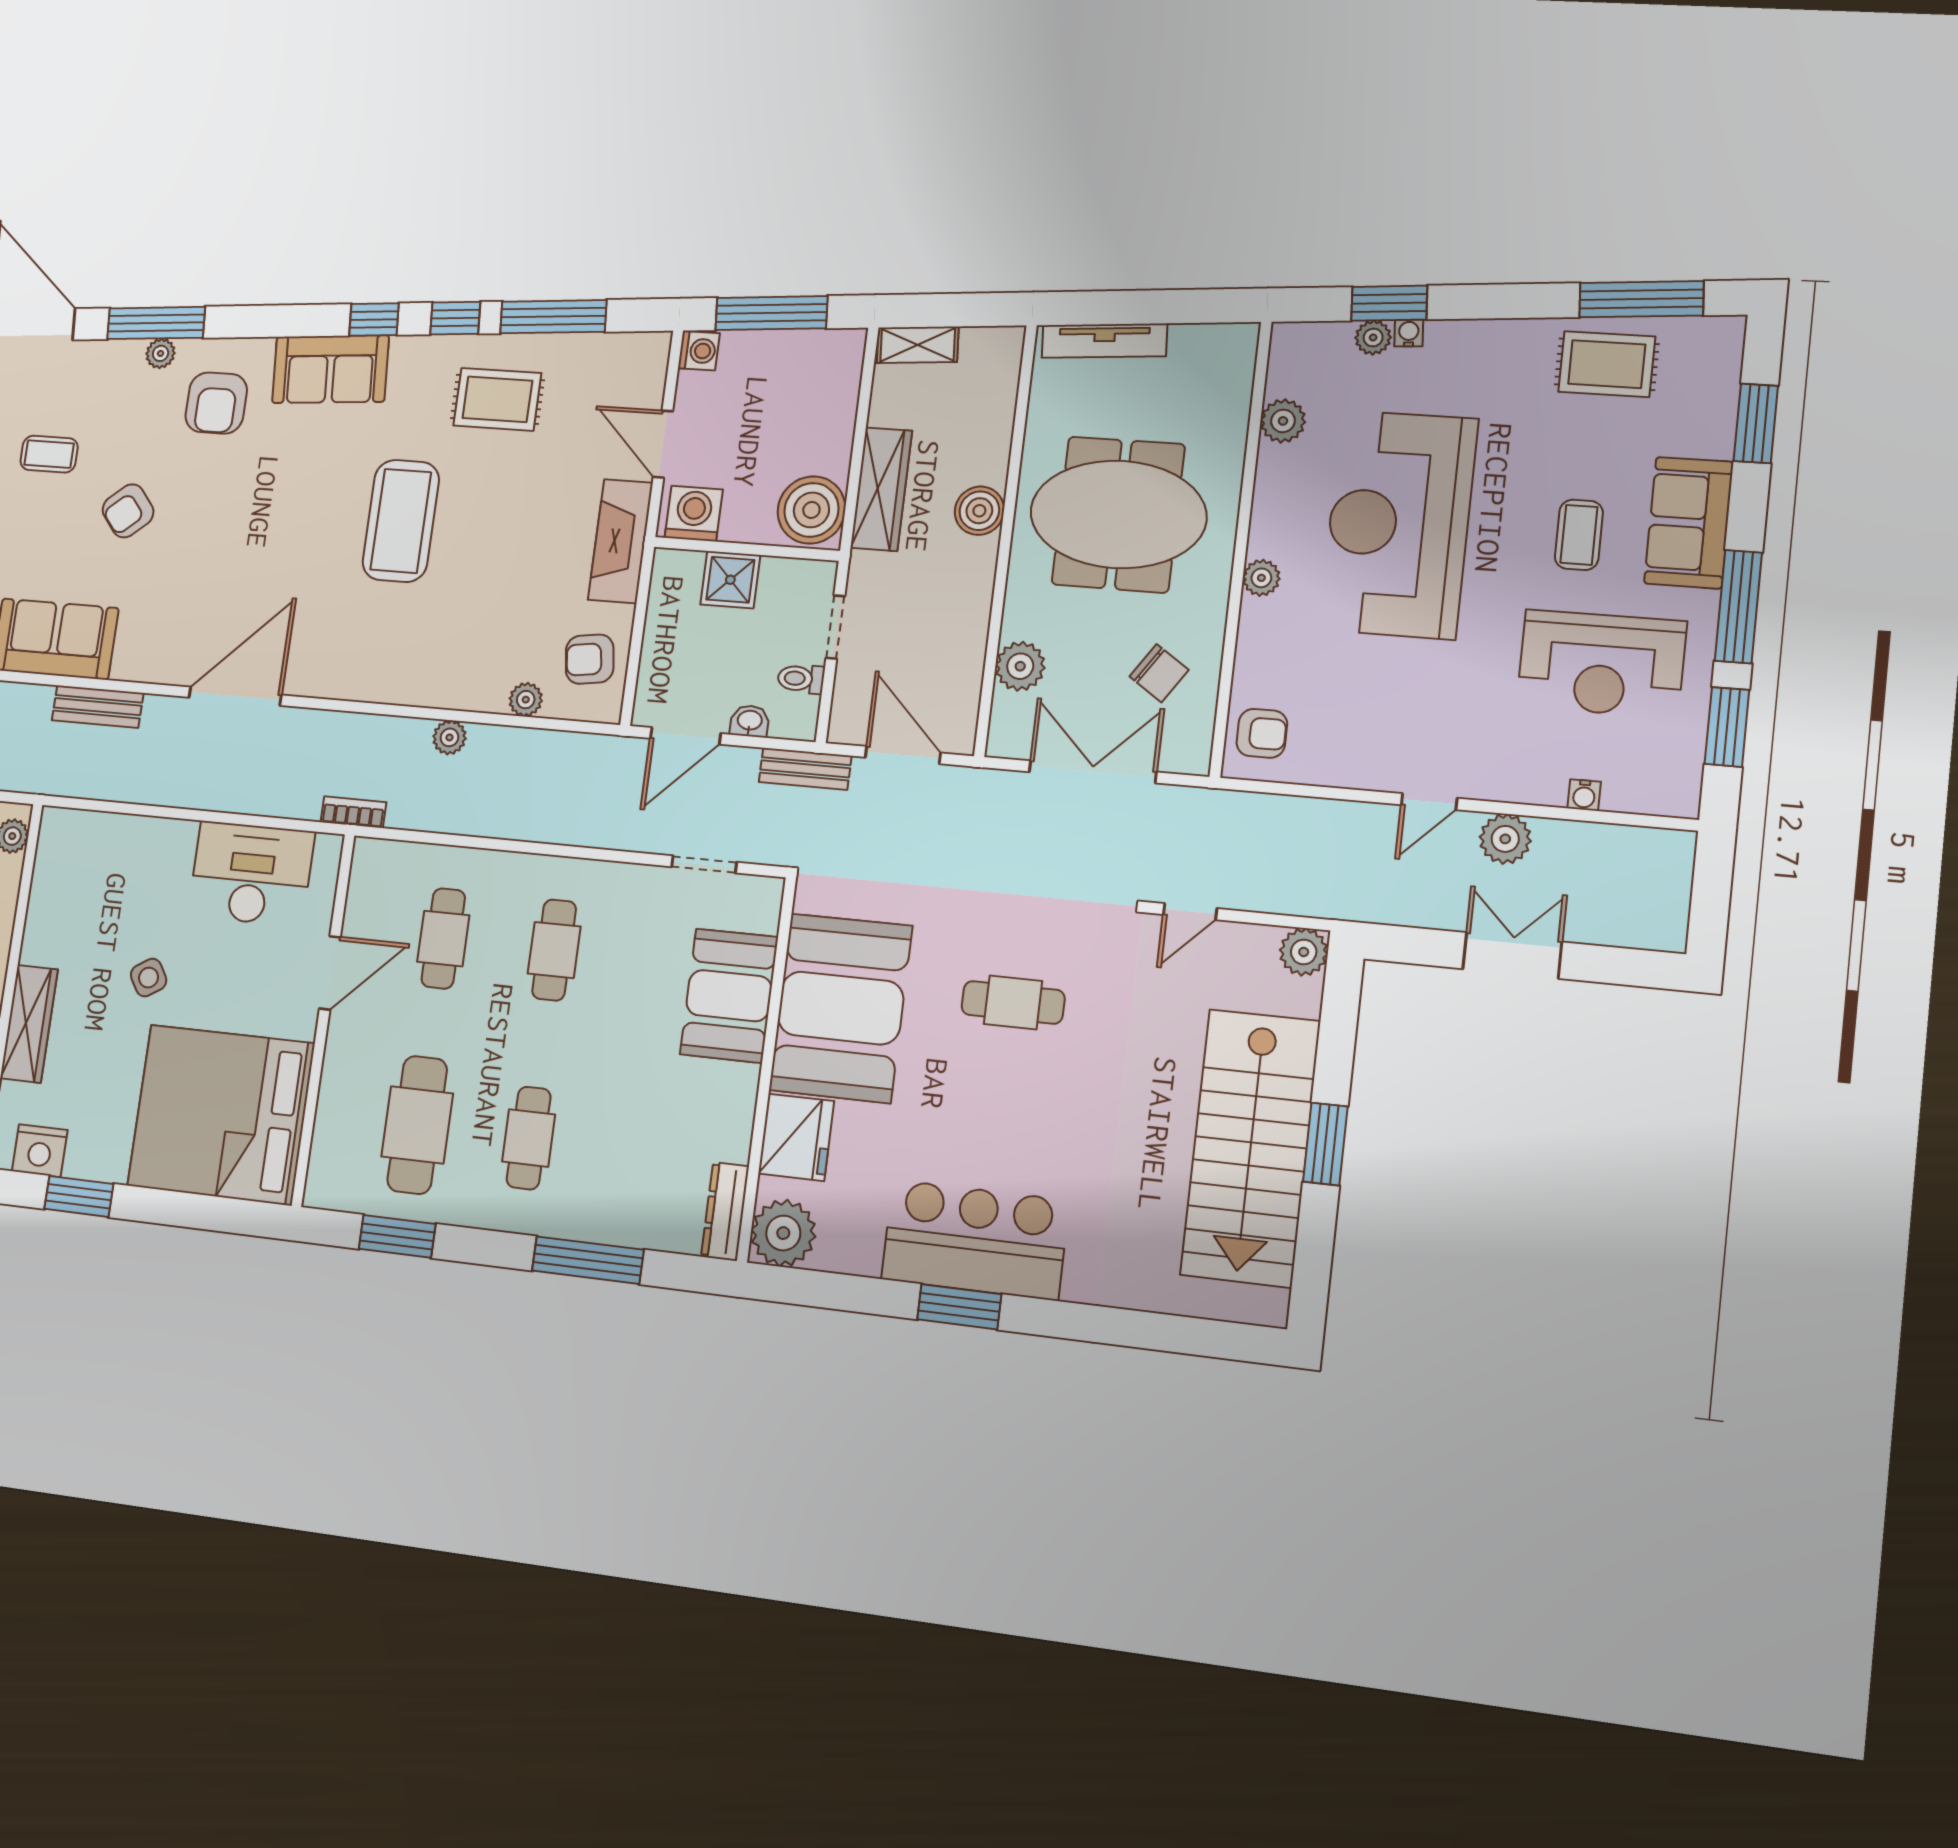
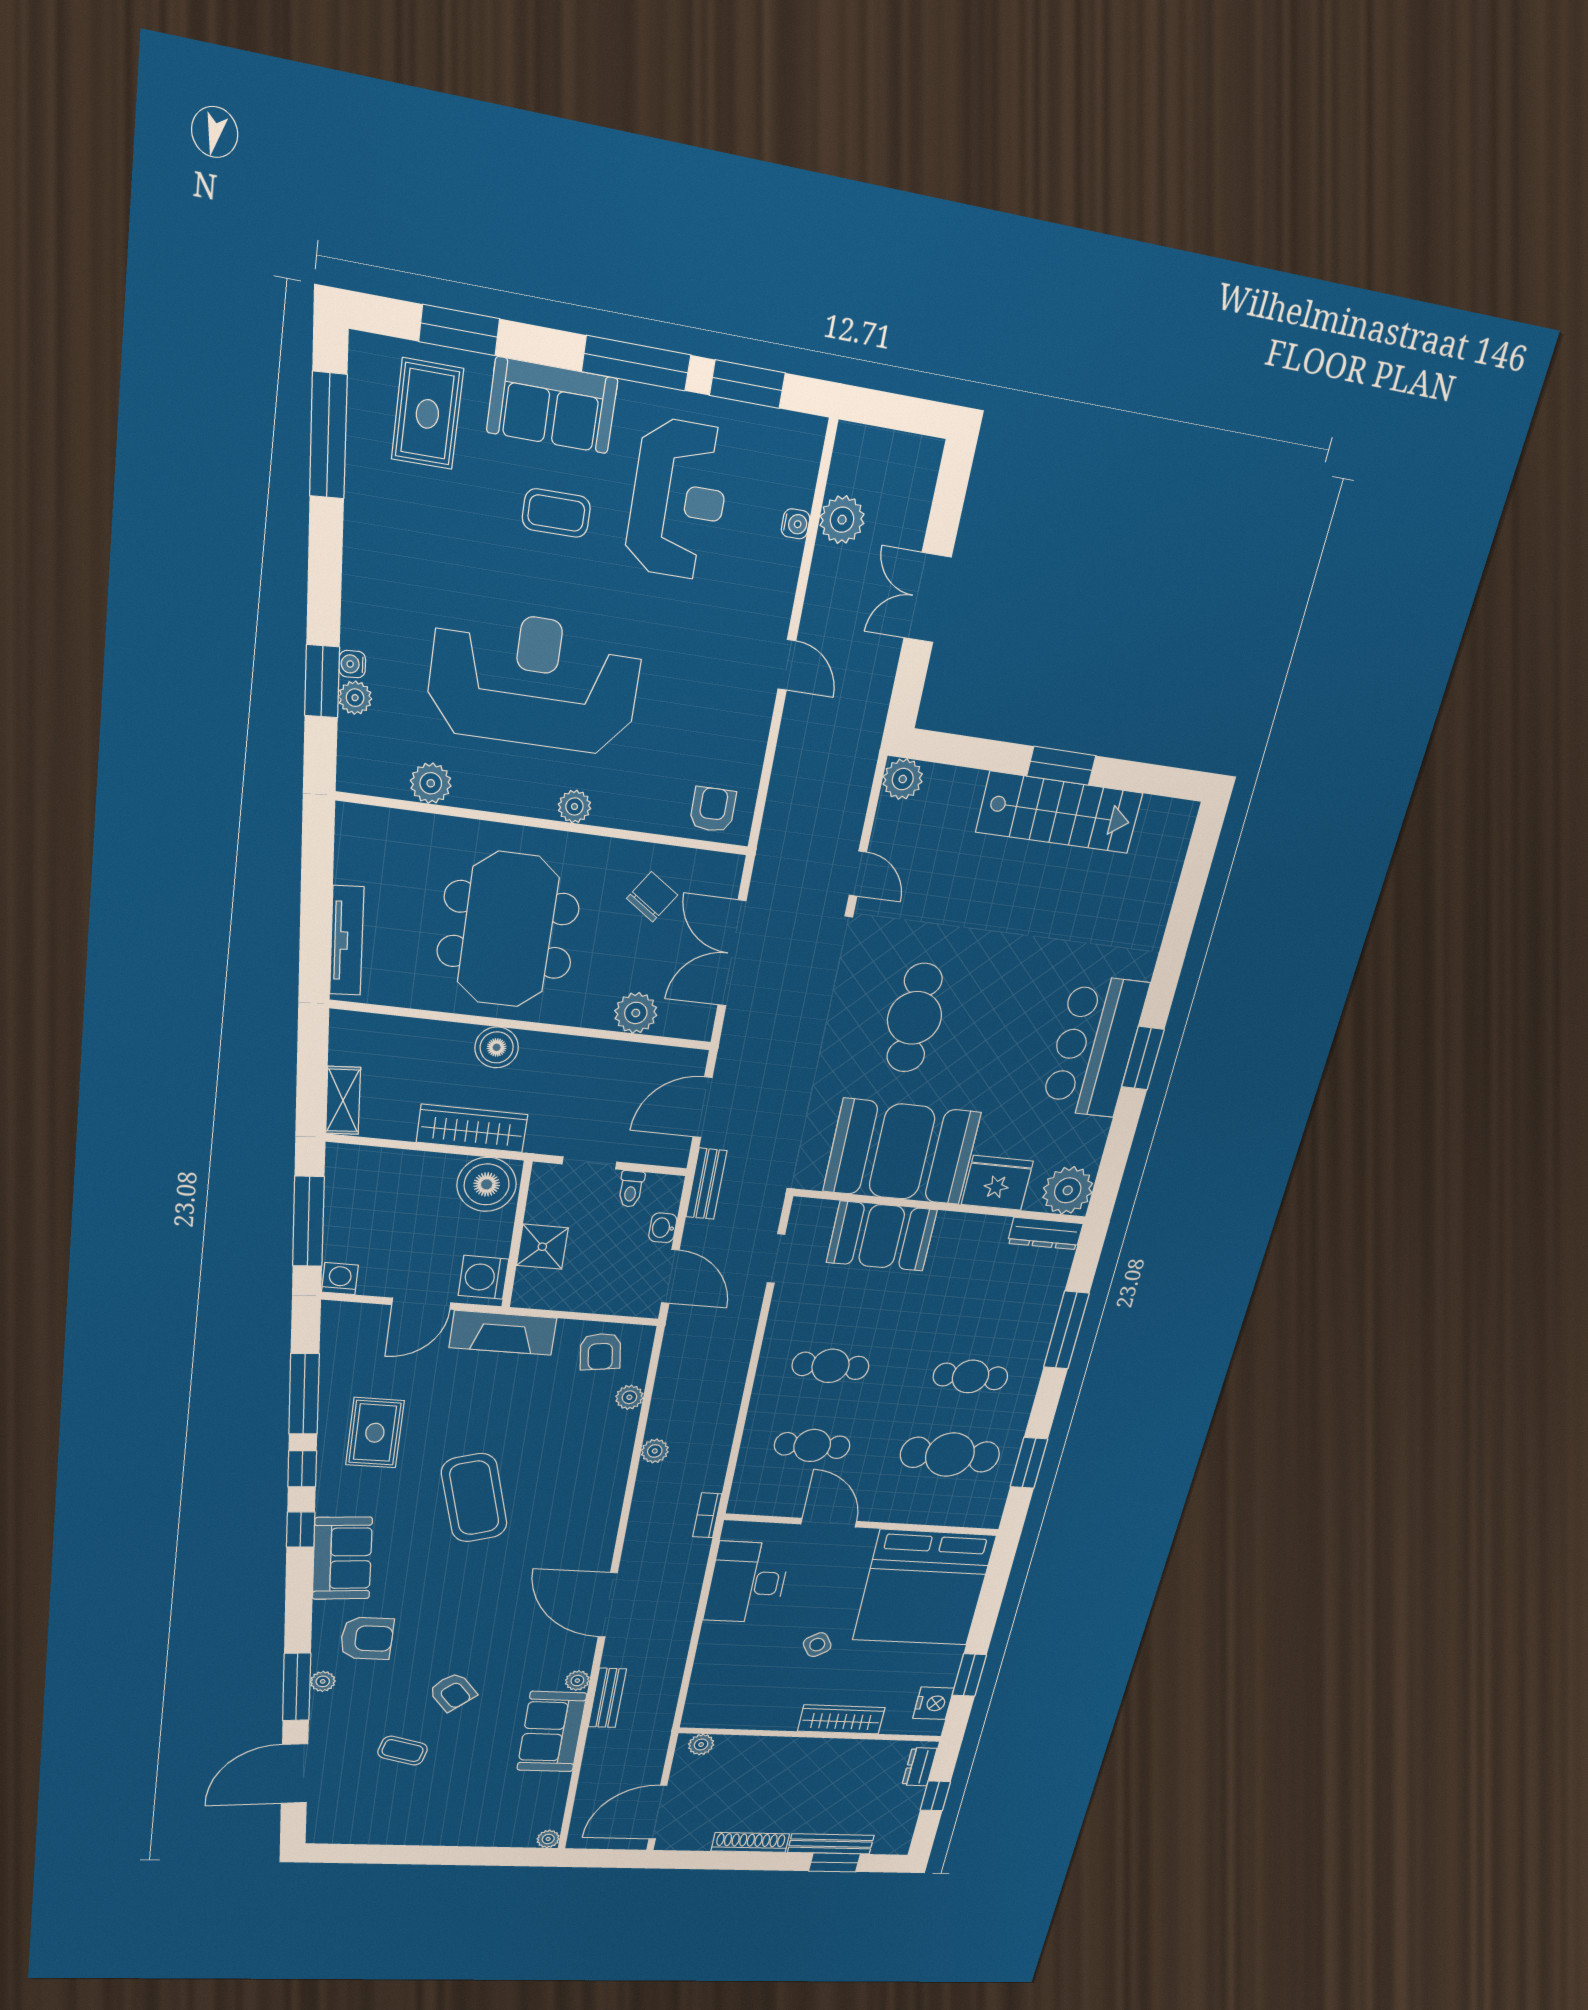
rug: (1607, 364) -> (427, 414), moved
coffee table: (49, 454) -> (403, 1751), turned -76
coffee table: (401, 521) -> (474, 1498), turned 74
reception desk: (1398, 524) -> (534, 682), turned 180
plant: (128, 666) -> (577, 1681), added
plant: (1505, 839) -> (842, 520), moved
cafe table: (1013, 1002) -> (914, 1018), width x1.37, depth x1.35
stairs: (1250, 1148) -> (1059, 813), width x0.73, depth x0.66

